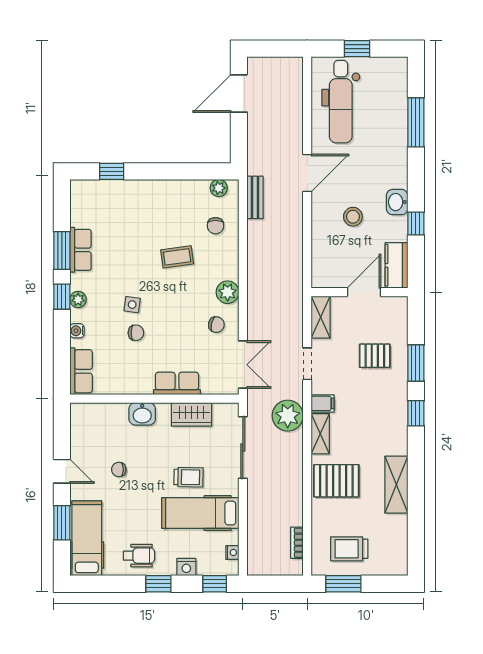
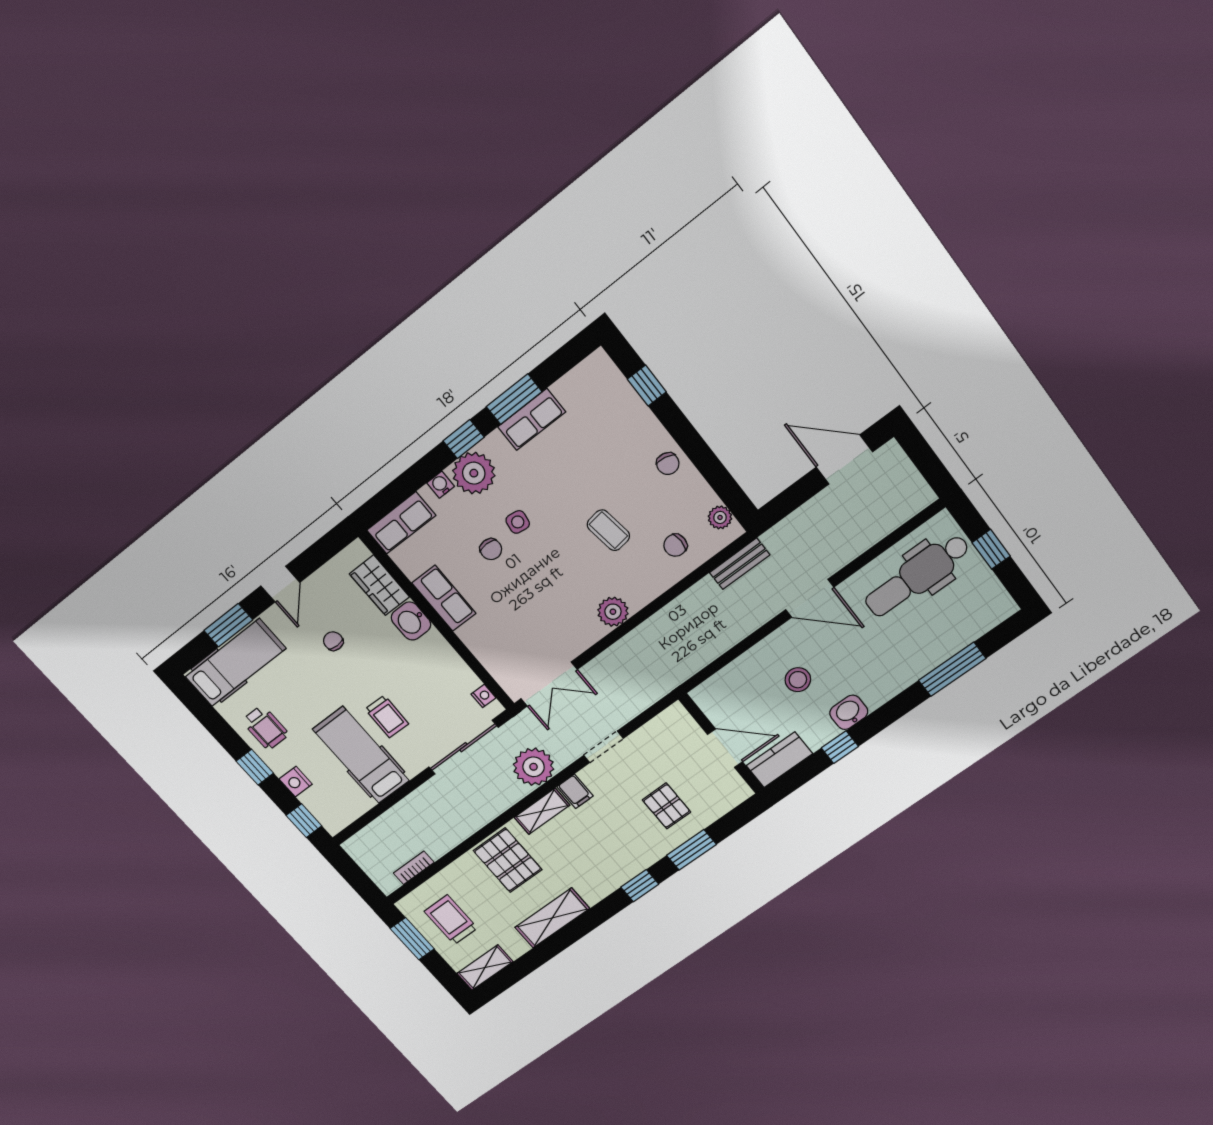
plant: (78, 300) -> (474, 473), width x1.87, depth x1.87
shelving: (321, 317) -> (485, 968), moved
chair: (216, 325) -> (668, 464), moved
row of seats: (177, 383) -> (444, 598), moved
wardrobe: (192, 414) -> (379, 585), moved
nightstand: (232, 553) -> (483, 696), moved, turned -90

